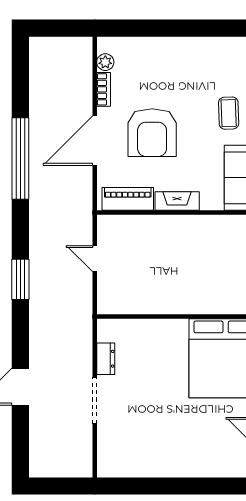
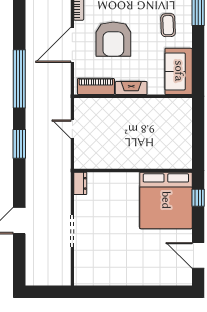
window: (20, 158) -> (19, 79), moved
dresser: (106, 359) -> (80, 183), moved

